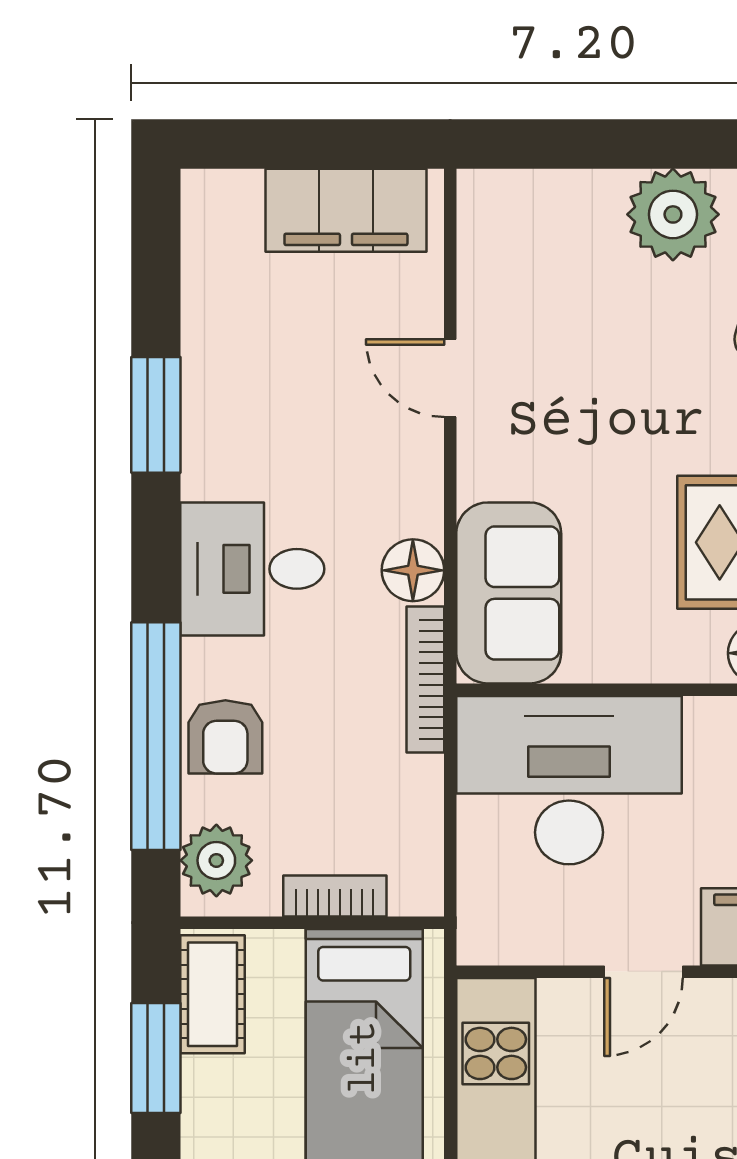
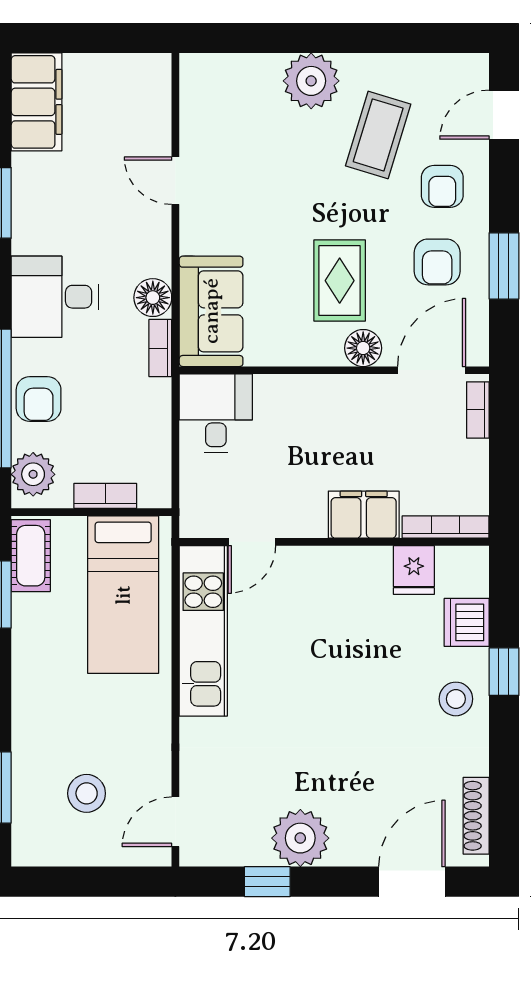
filing cabinet: (346, 210) -> (37, 102), moved, turned -90
bookcase: (425, 679) -> (160, 348), width x0.64
desk: (569, 780) -> (216, 413), width x0.53, depth x0.77
door: (643, 972) -> (252, 542), moved

